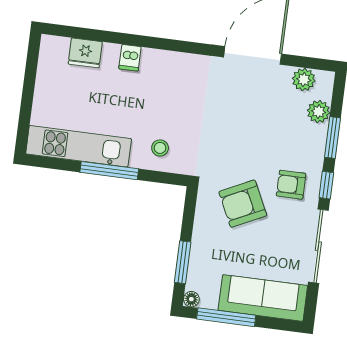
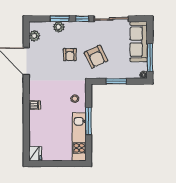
fridge: (85, 53) -> (35, 154), moved
dishwasher: (130, 58) -> (35, 105), moved
plant: (319, 112) -> (59, 27), moved
armchair: (291, 185) -> (70, 55), moved
window: (183, 262) -> (116, 81), moved

